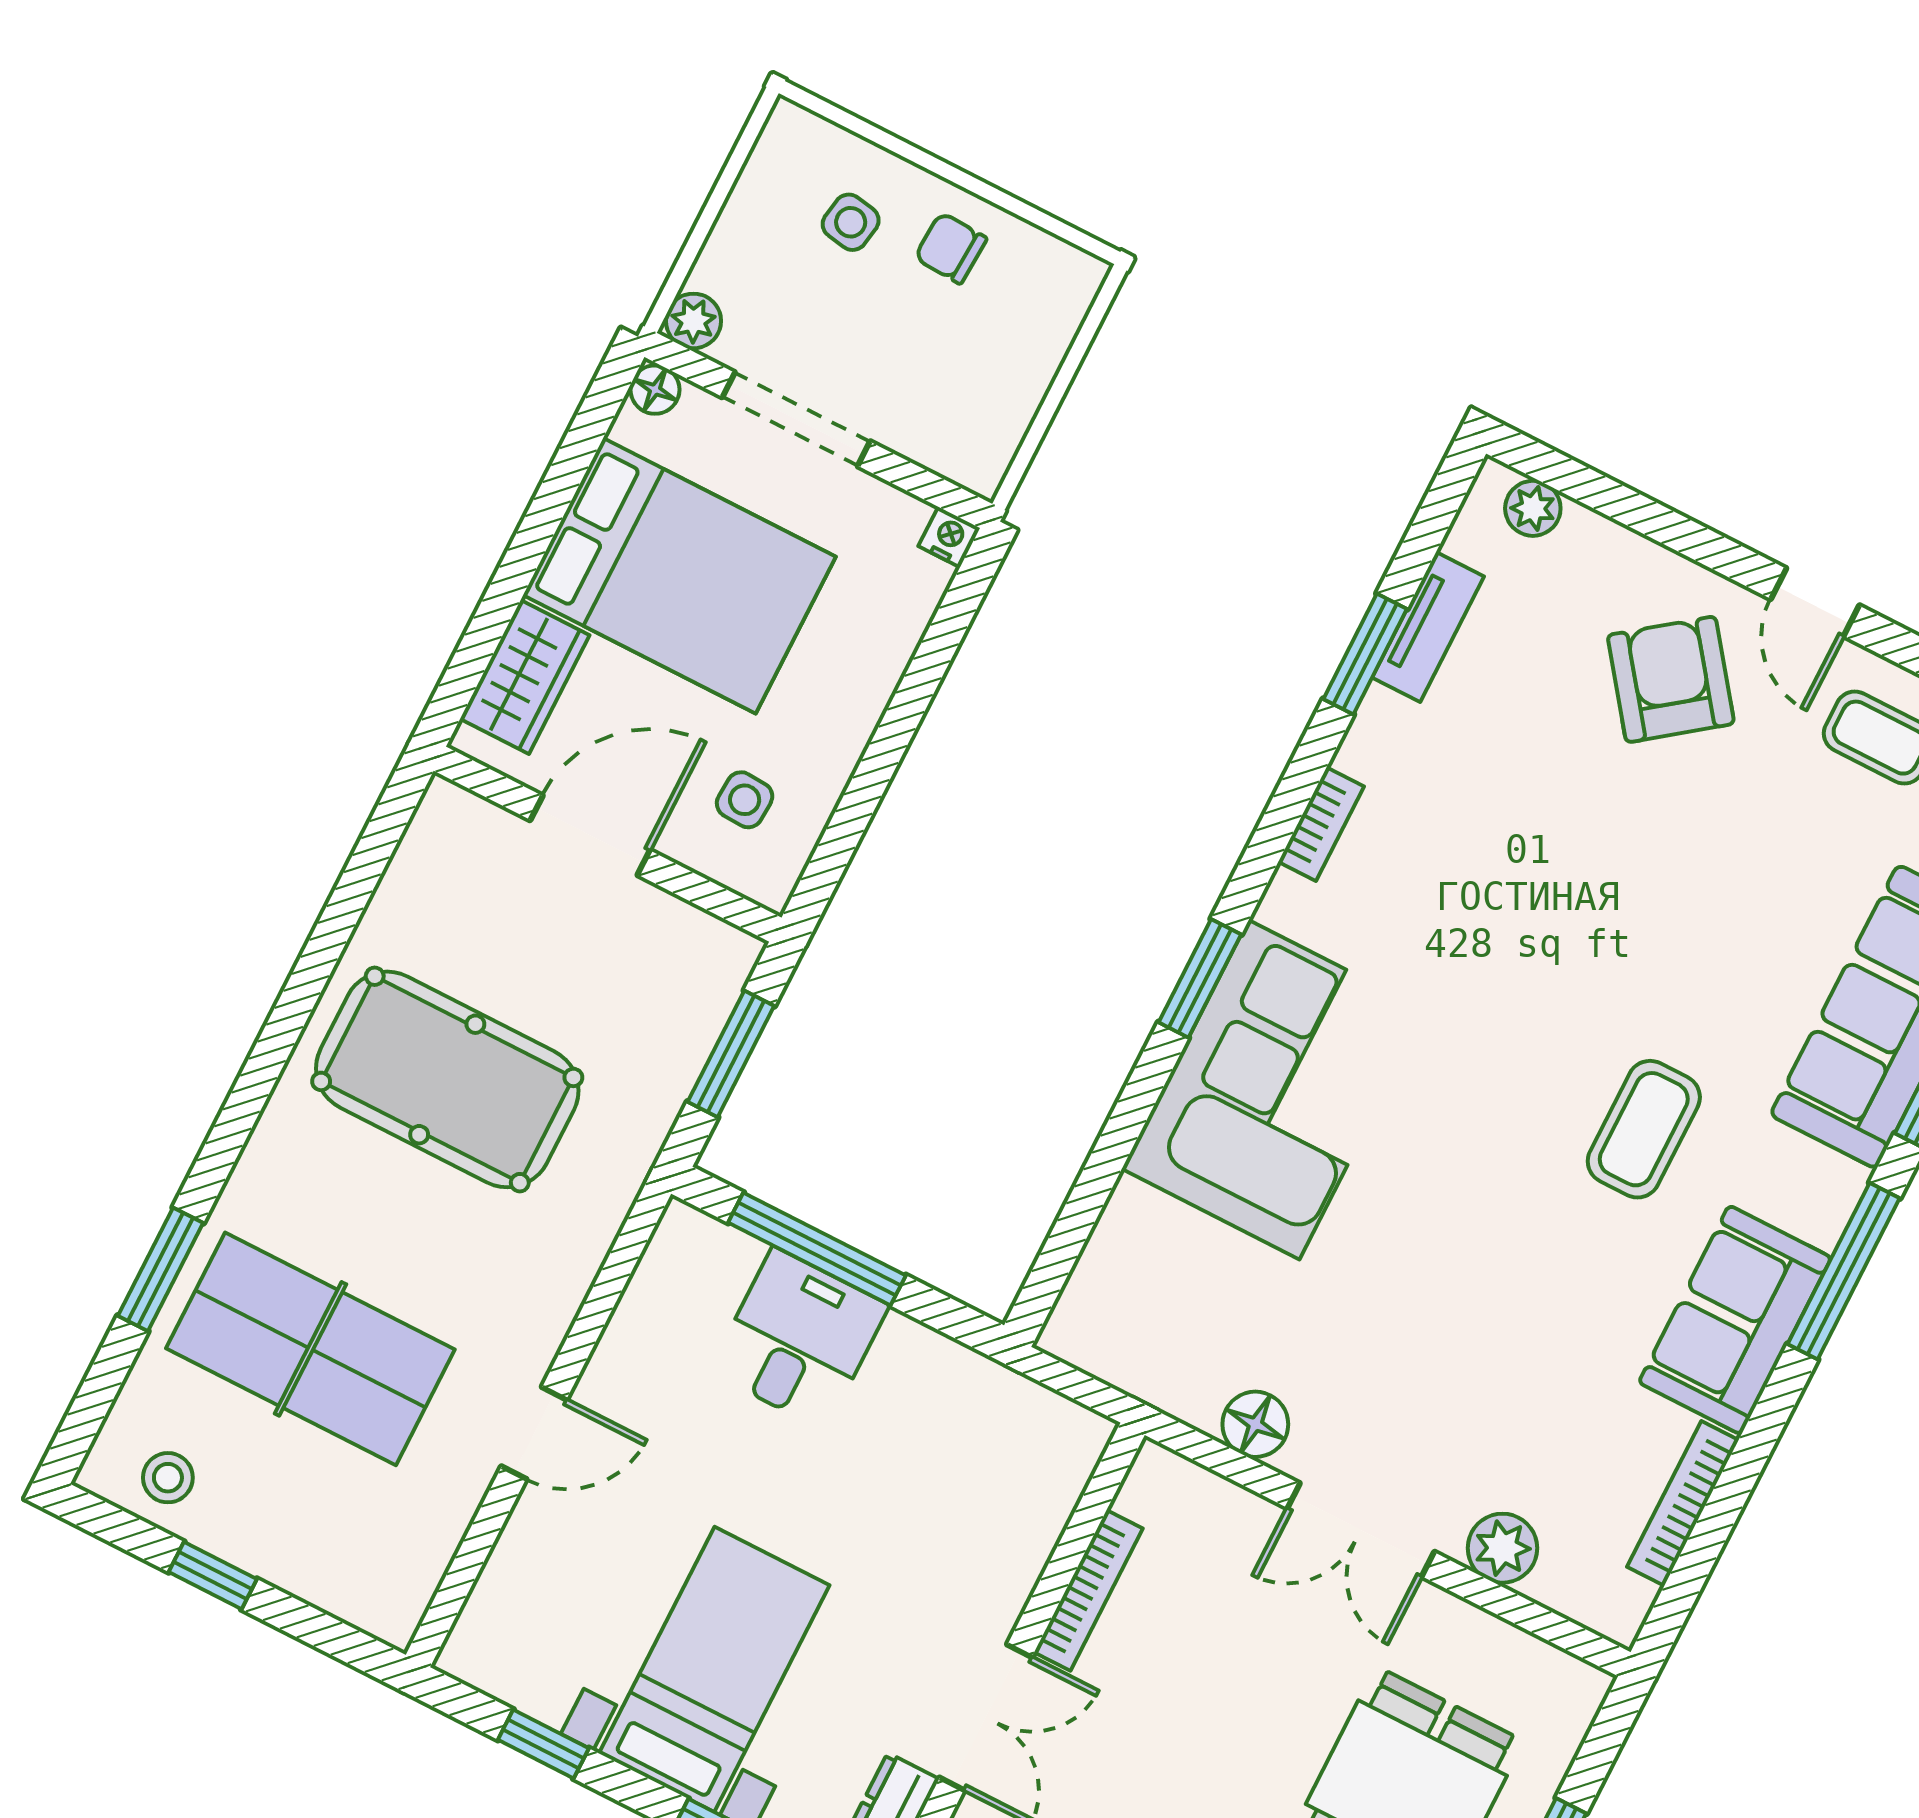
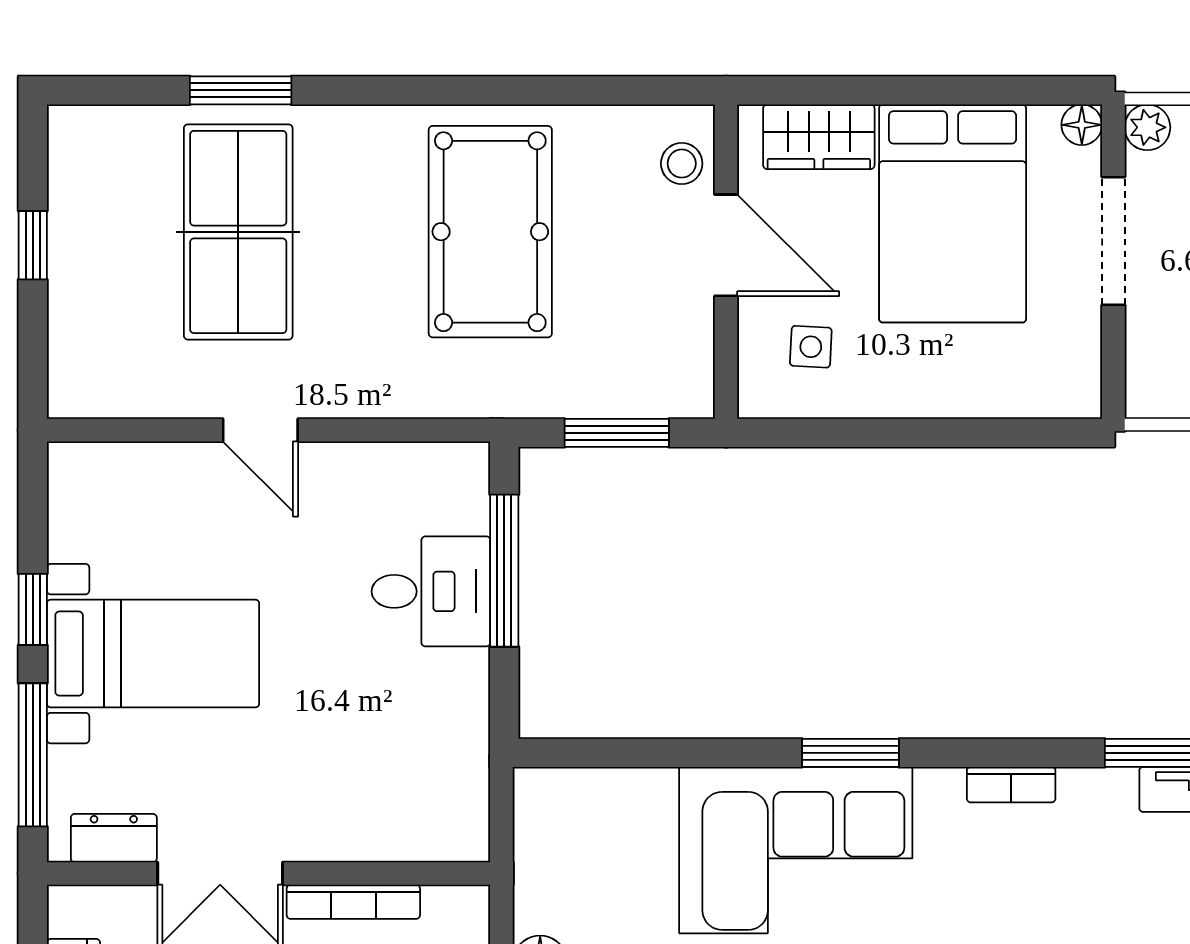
nightstand: (949, 537) -> (1084, 399), removed
stool: (168, 1478) -> (682, 164), moved
window: (543, 1744) -> (33, 609), moved

